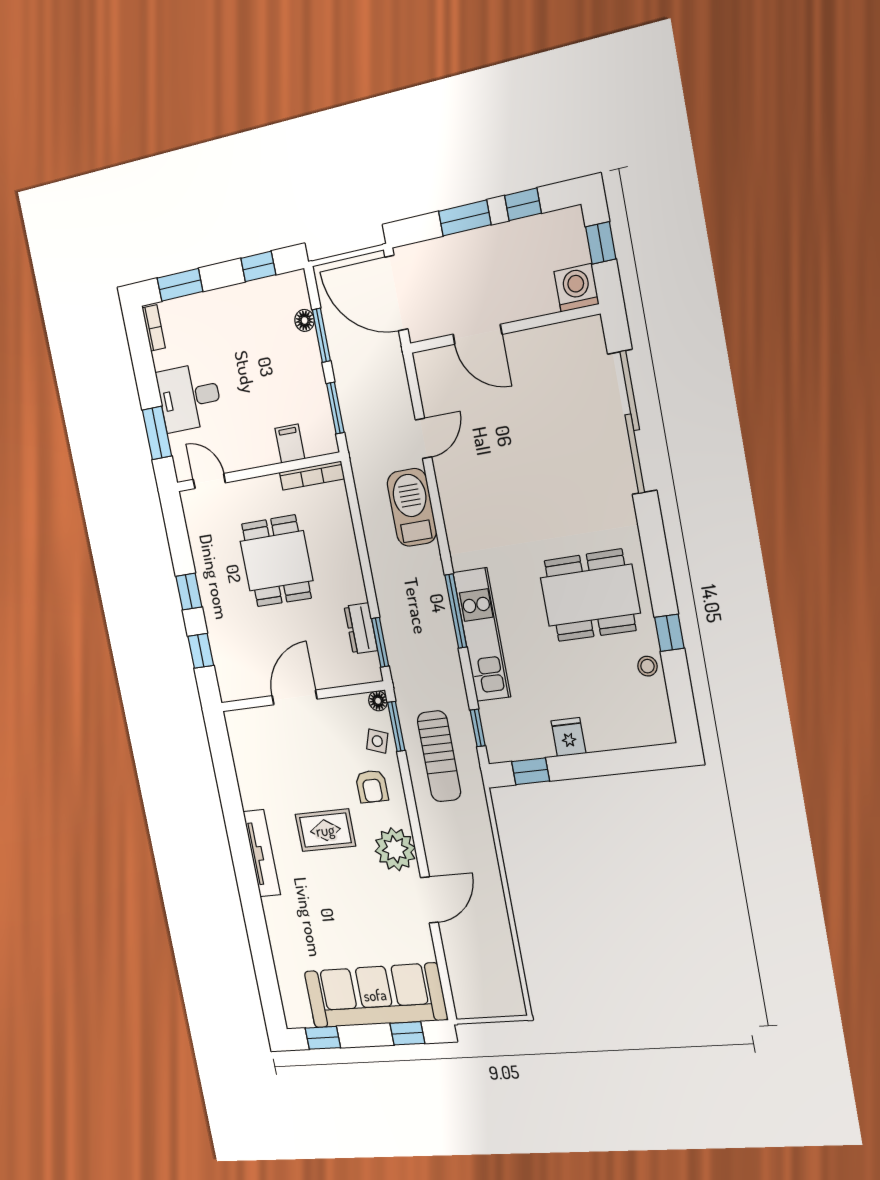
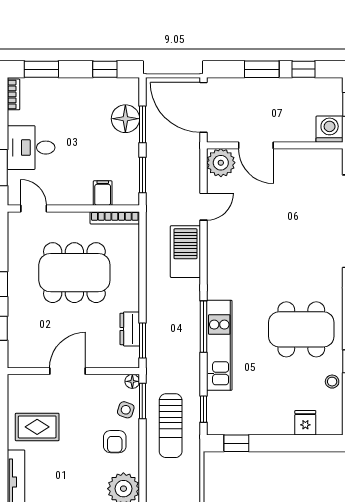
floor lamp: (305, 320) -> (125, 119), width x1.89, depth x1.89
plant: (435, 370) -> (221, 163), added
dining table: (276, 561) -> (74, 273), width x1.38
fridge: (569, 737) -> (305, 423), moved
rug: (325, 830) -> (37, 427), moved

